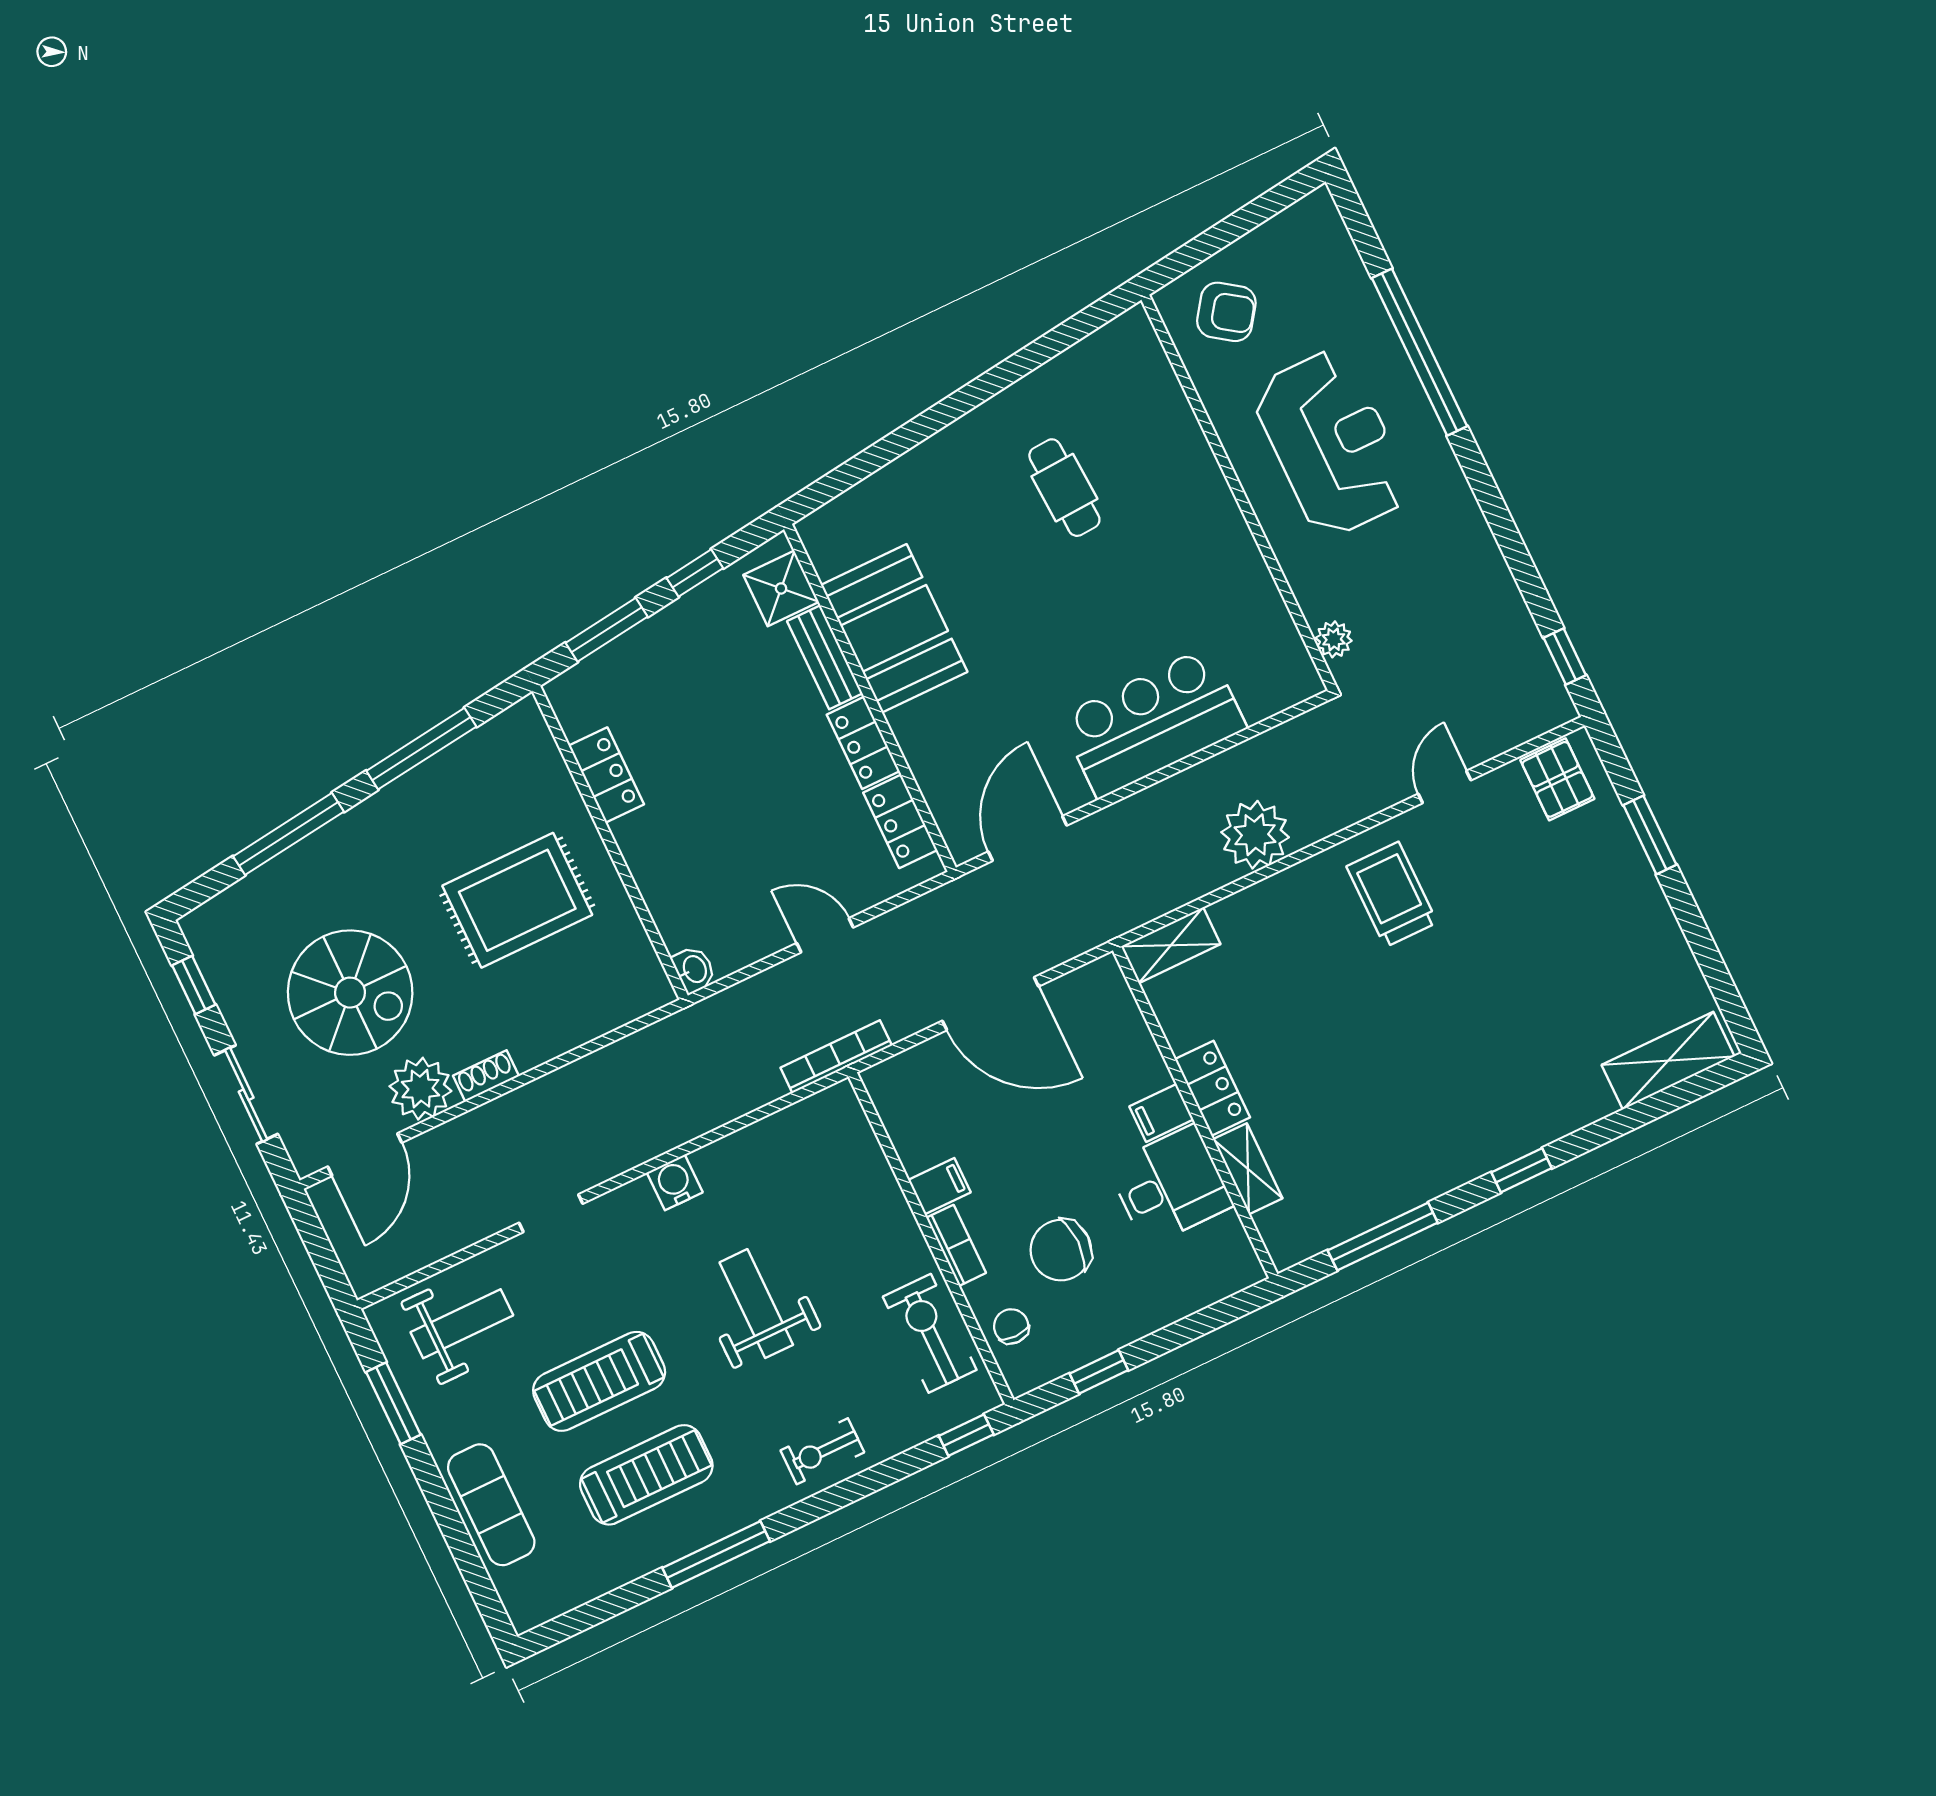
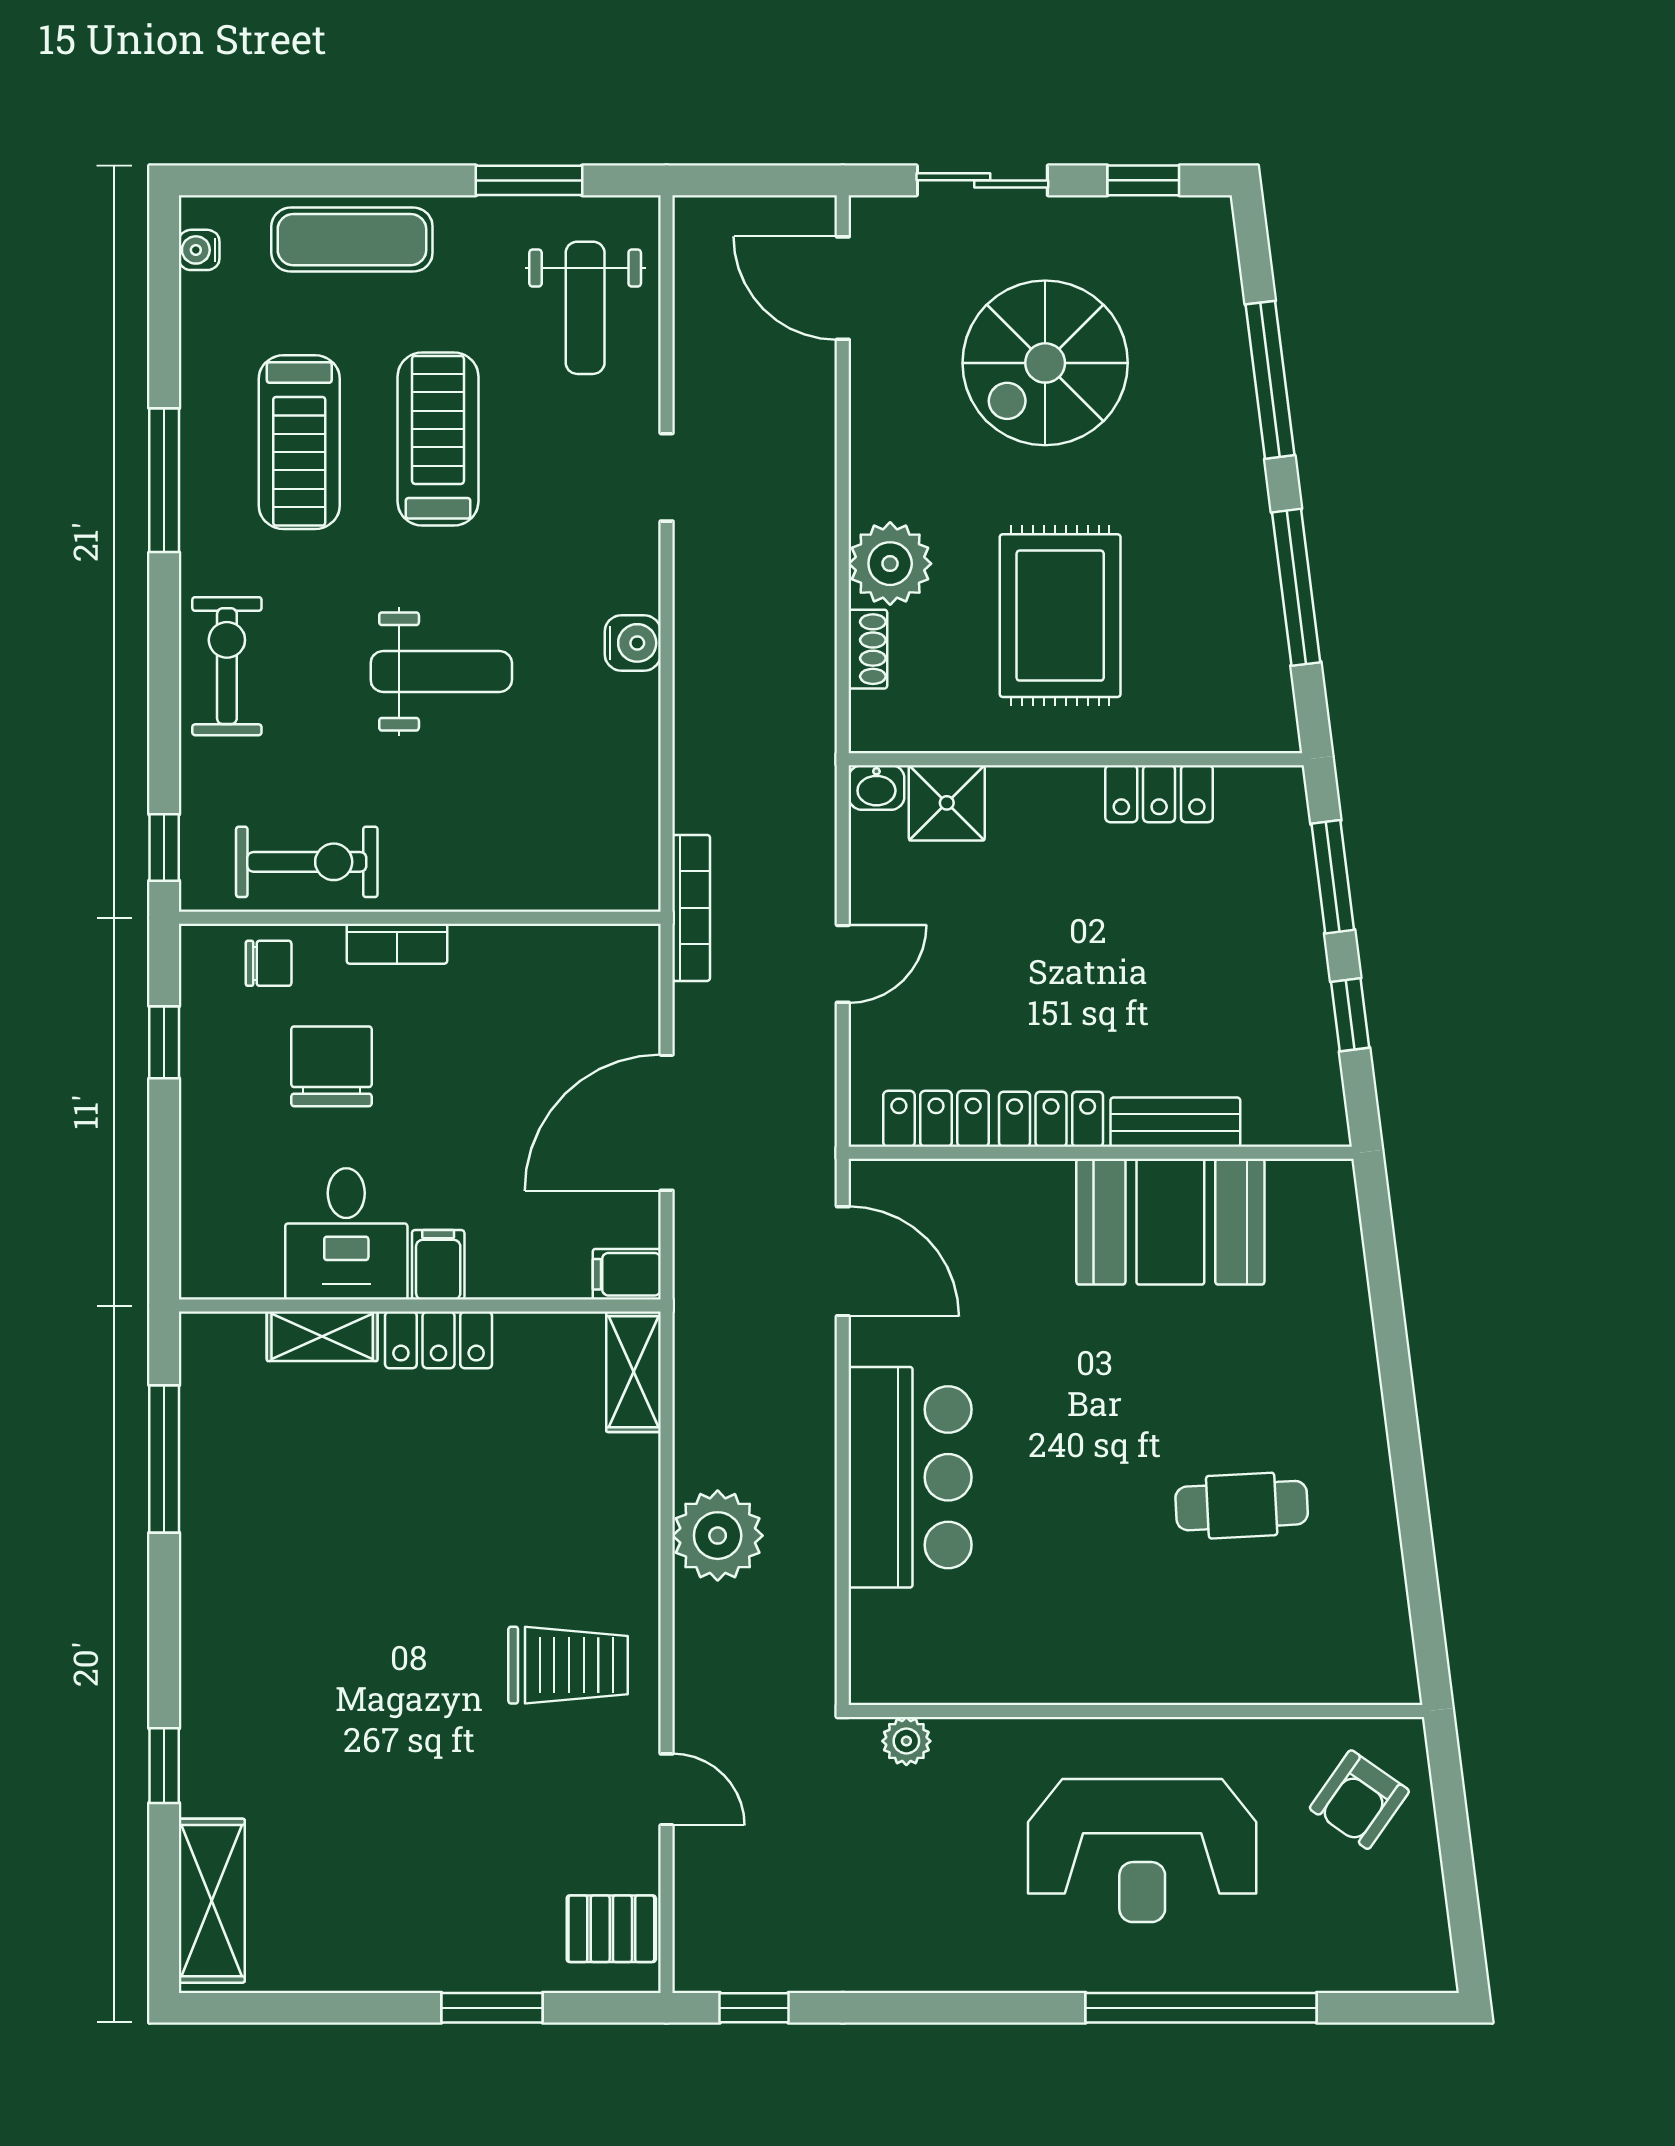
shower: (781, 588) -> (947, 803), moved
shoe rack: (486, 1076) -> (868, 649), moved
plant: (420, 1089) -> (890, 564), moved
window: (1521, 1170) -> (164, 1766), moved
filing cabinet: (939, 1186) -> (627, 1274), moved, turned 90
exercise bike: (822, 1451) -> (227, 666), width x1.38, depth x1.39
water cooler: (548, 1605) -> (199, 250), added

